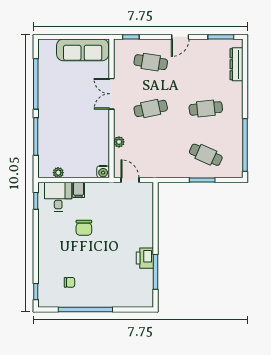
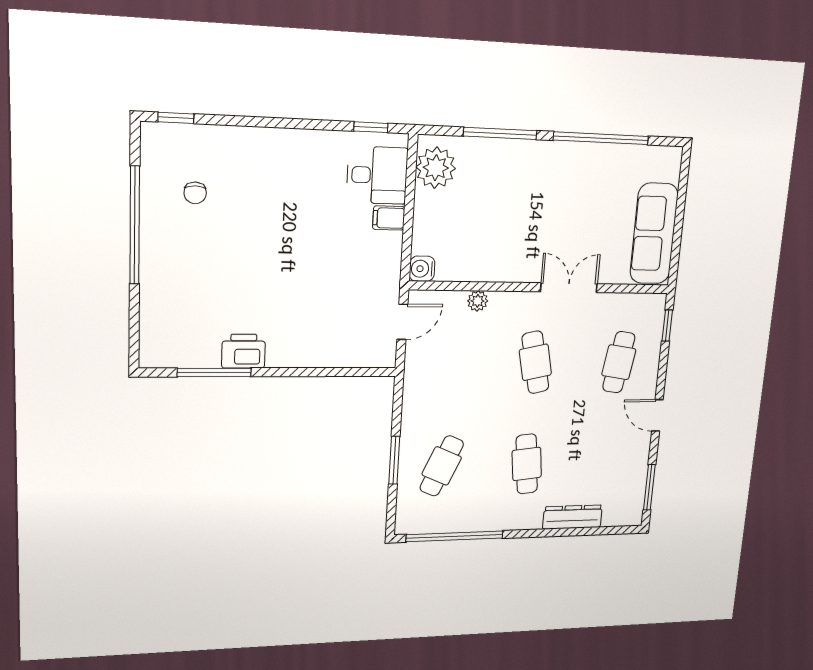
dresser: (237, 64) -> (573, 517), moved
plant: (58, 173) -> (436, 168), width x1.87, depth x1.87
chair: (84, 228) -> (311, 227), removed

